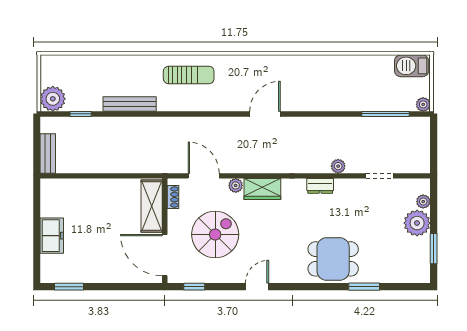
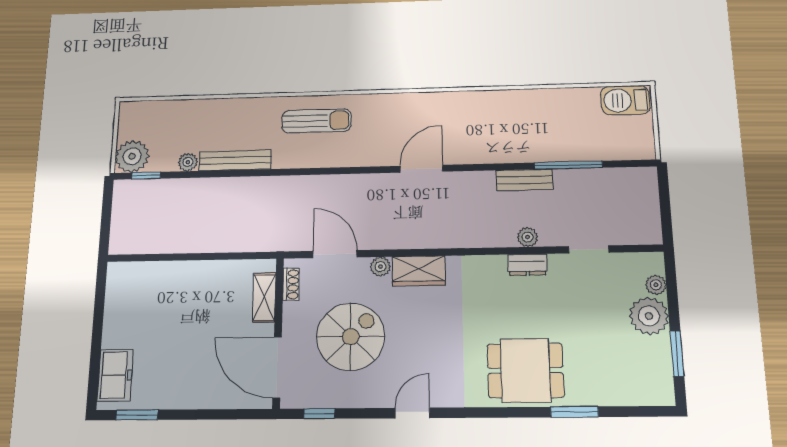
plant: (423, 104) -> (188, 162), moved
window: (81, 114) -> (146, 176), moved
window: (385, 114) -> (568, 165), moved
bench: (48, 153) -> (524, 180), moved, turned 90
dresser: (320, 186) -> (527, 265), moved
shelving: (152, 206) -> (264, 297), width x0.67, depth x0.75
freezer: (52, 236) -> (115, 375), moved

